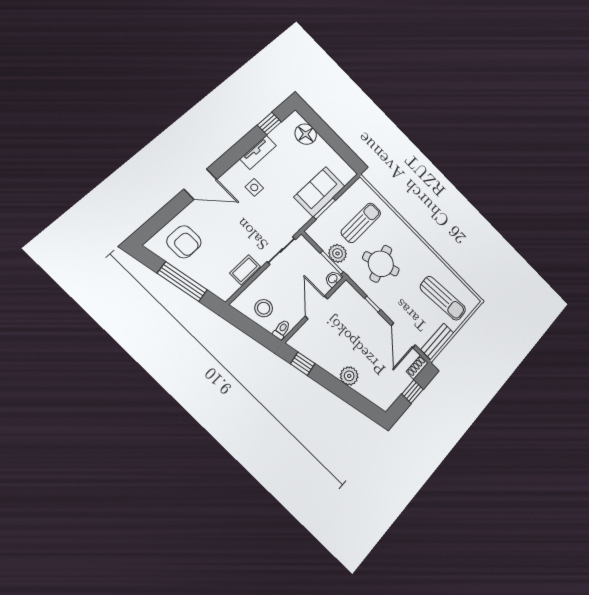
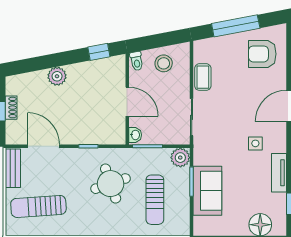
plant: (338, 253) -> (180, 158), moved
shoe rack: (417, 367) -> (11, 108), moved

